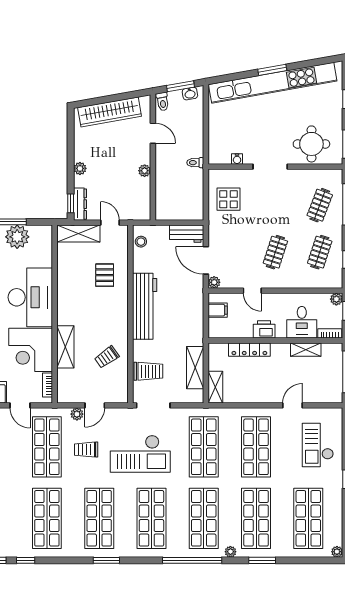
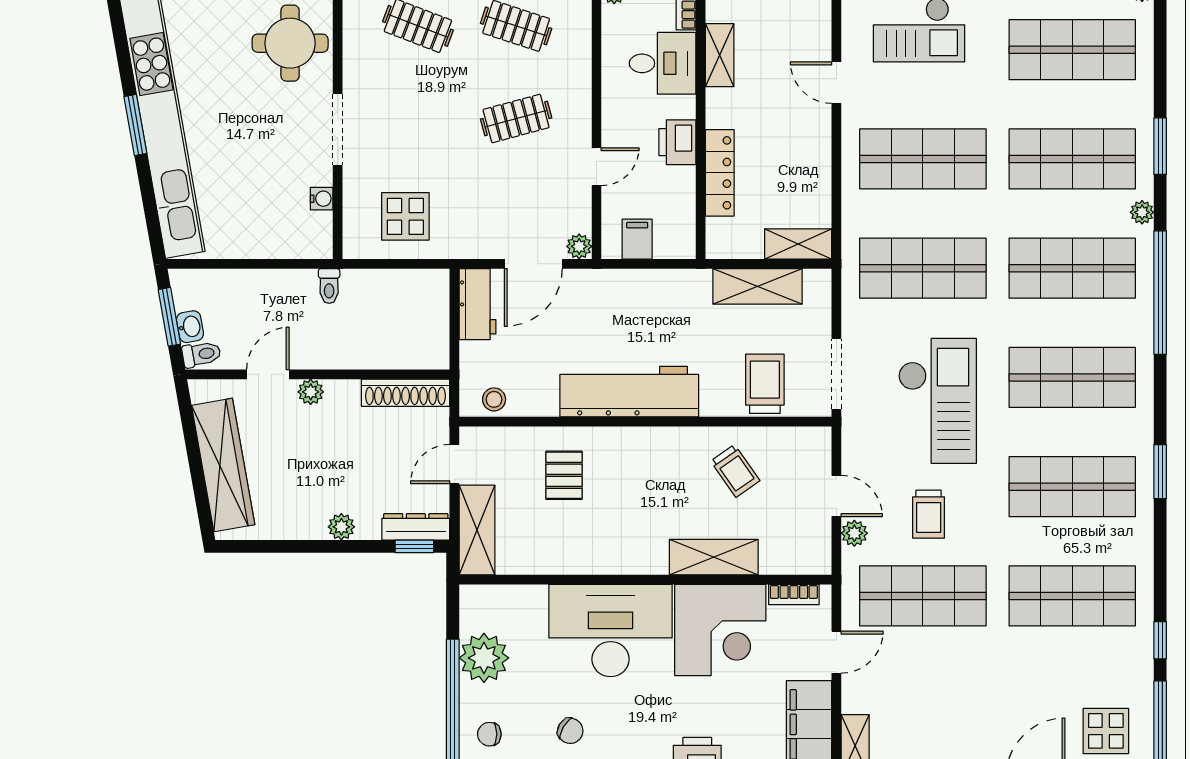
washbasin: (190, 94) -> (190, 327), moved
plant: (145, 171) -> (311, 392), moved
shoe rack: (144, 199) -> (406, 393), added
clothes rail: (275, 252) -> (516, 119), turned -33
pallet: (105, 275) -> (564, 475), turned 90

